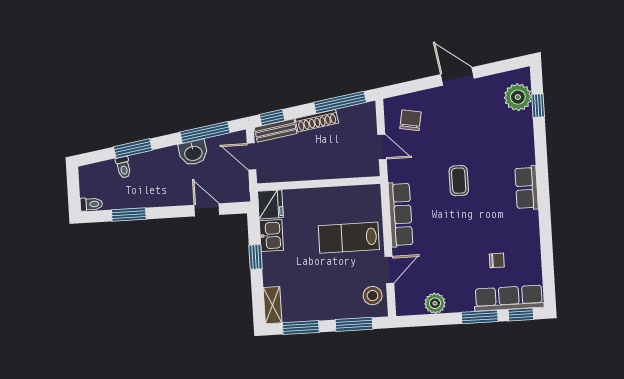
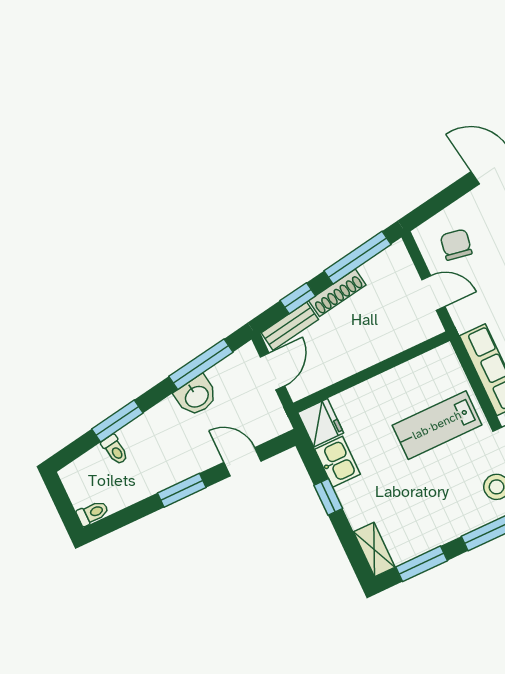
window: (272, 117) -> (298, 298), moved
door: (252, 157) -> (272, 371), swing flipped
window: (129, 215) -> (182, 490), moved

